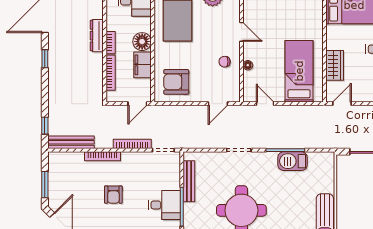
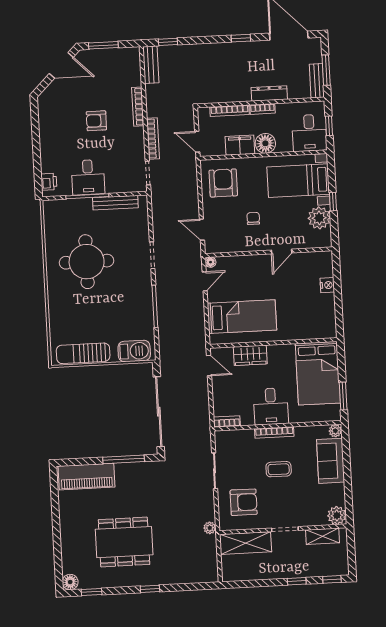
chair: (225, 62) -> (253, 218), moved
floor lamp: (248, 65) -> (210, 262), moved
bench: (71, 142) -> (151, 65), width x0.73
barbecue: (292, 161) -> (134, 351), moved, turned 90

